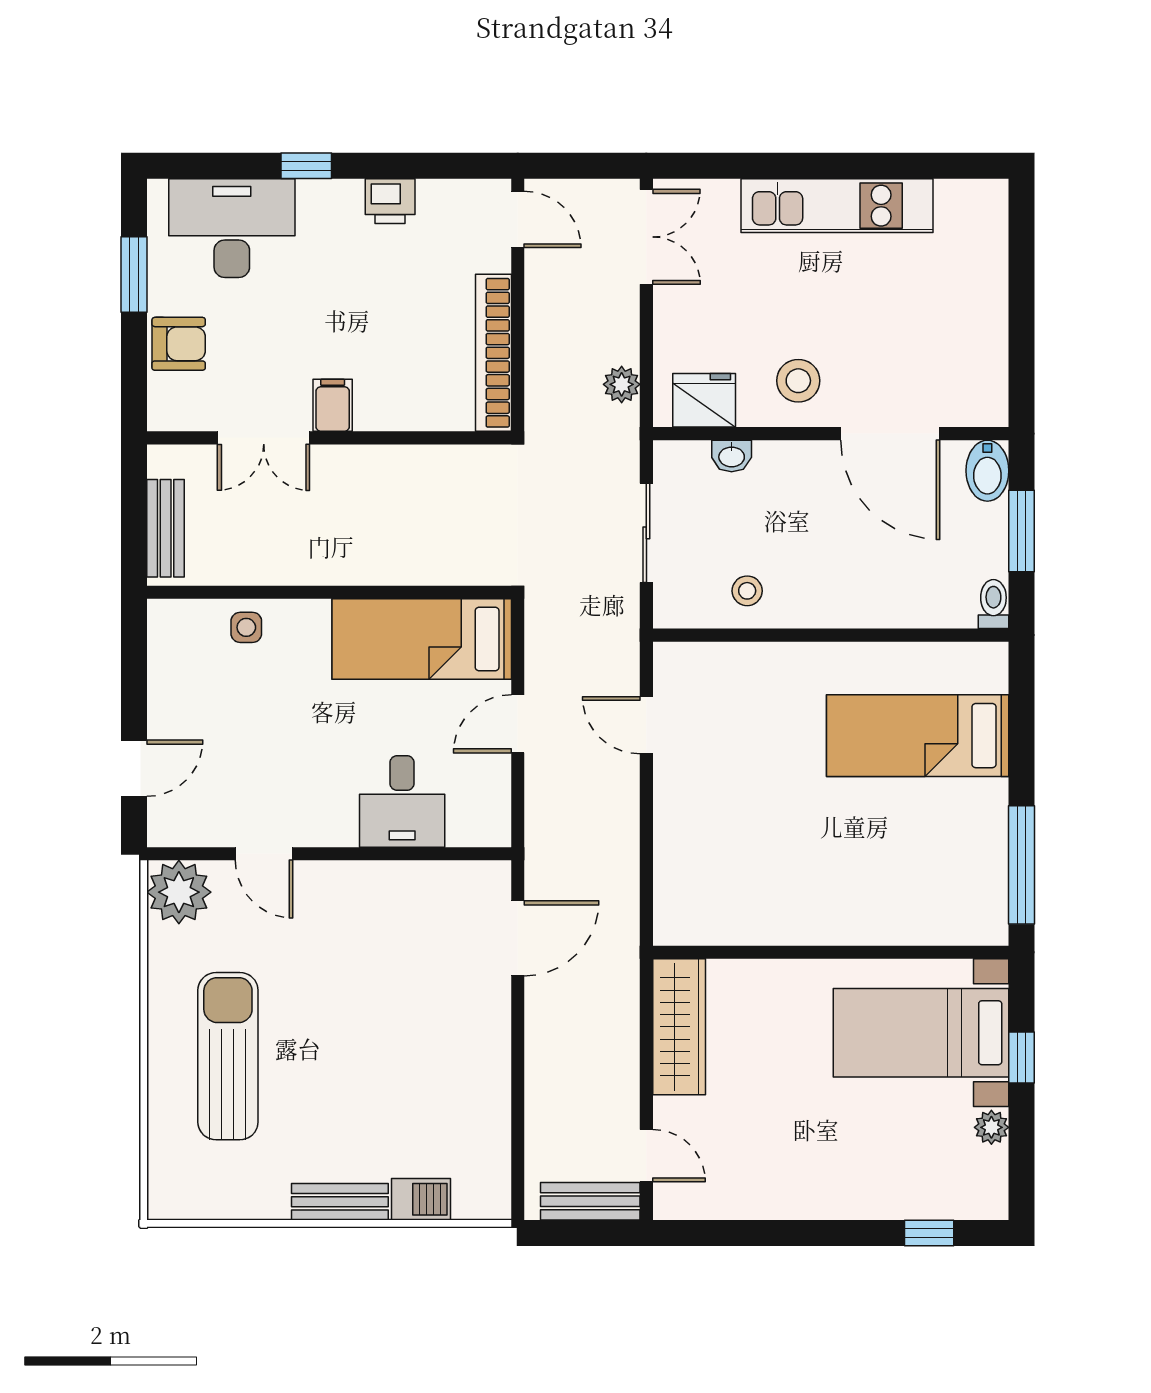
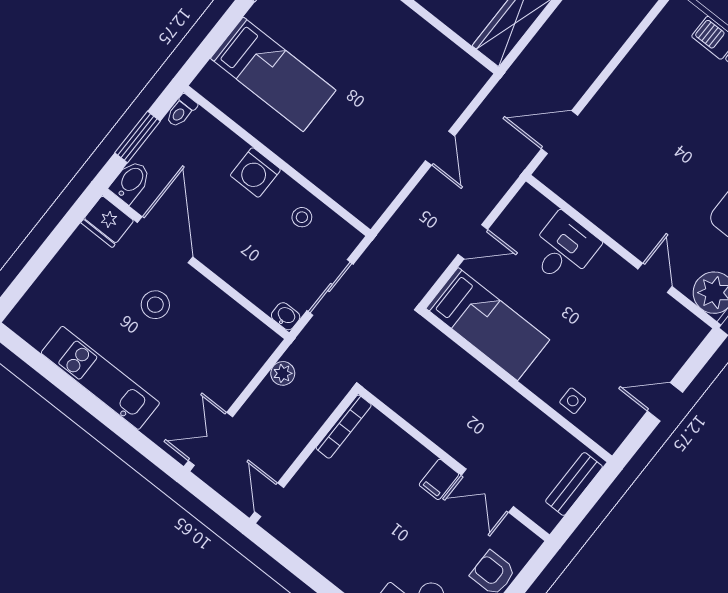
printer: (390, 201) -> (327, 561), removed
bookcase: (493, 353) -> (344, 427), width x0.68, depth x0.76
stool: (798, 381) -> (155, 305), moved
fridge: (704, 400) -> (107, 222), moved
double door: (264, 438) -> (487, 491), swing flipped
washbasin: (732, 456) -> (286, 316), moved
washing machine: (846, 600) -> (255, 172), added
door: (646, 725) -> (440, 148), moved
door: (134, 768) -> (665, 402), moved

